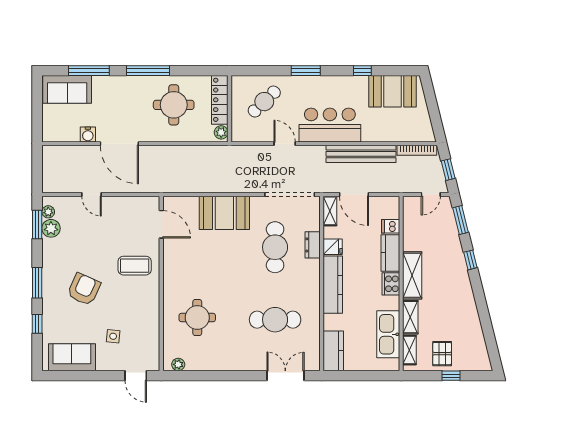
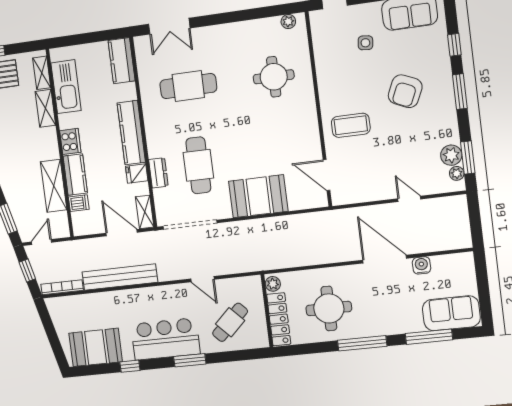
bar counter: (330, 125) -> (165, 339), moved, turned 180
shelving: (412, 275) -> (54, 186), moved

